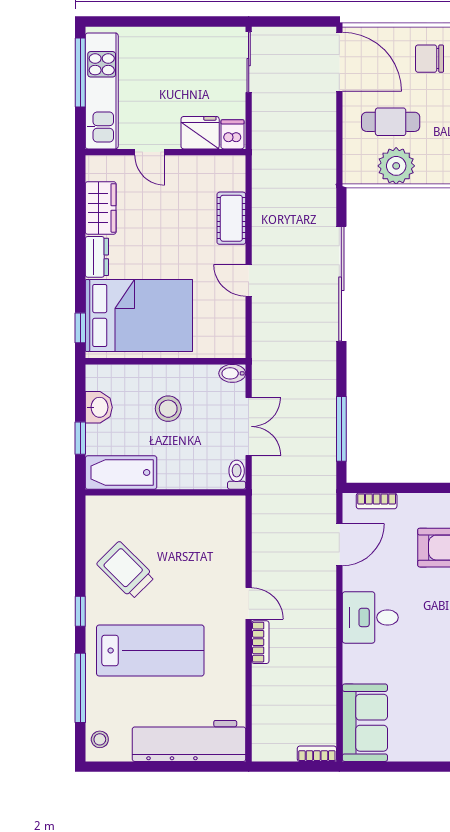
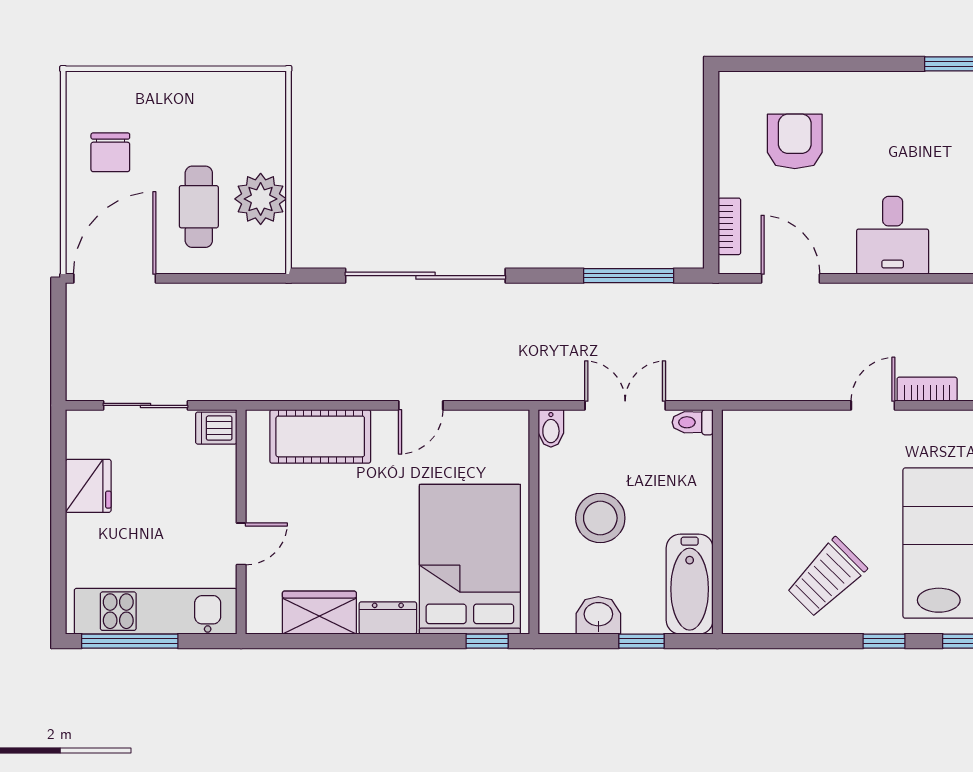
sliding door: (249, 62) -> (145, 405), moved
fridge: (200, 133) -> (88, 486), moved, turned 180
cot: (231, 218) -> (320, 436), width x1.37, depth x1.34
stool: (168, 409) -> (600, 518), width x1.38, depth x1.38

